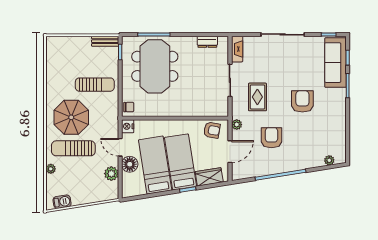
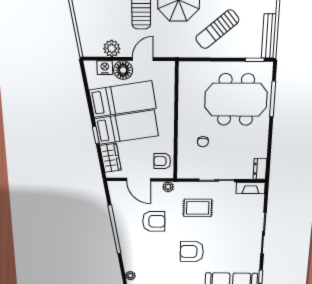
bench: (105, 41) -> (269, 36), width x1.36
dresser: (207, 42) -> (260, 169), moved
sun lounger: (95, 85) -> (217, 29), turned 50
armchair: (302, 101) -> (192, 251), turned 180
chair: (129, 107) -> (203, 142), moved
nightstand: (128, 126) -> (105, 68), moved
armchair: (212, 130) -> (162, 161), turned 80

